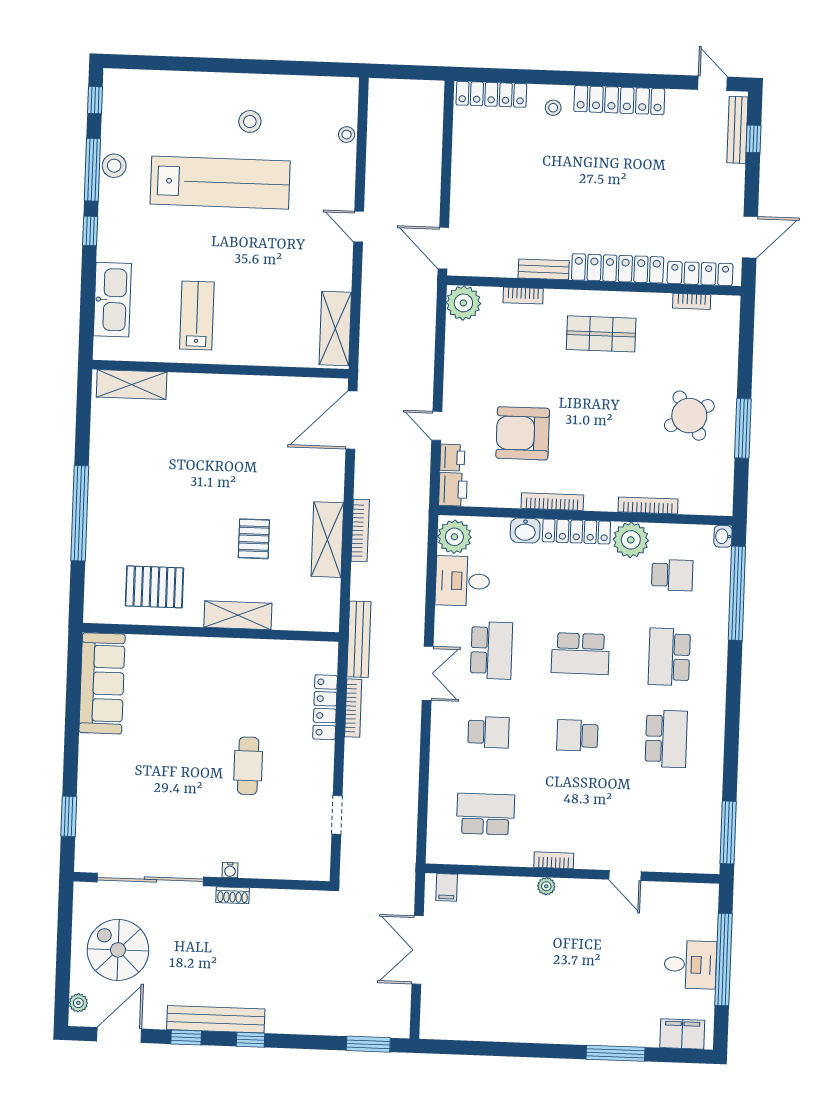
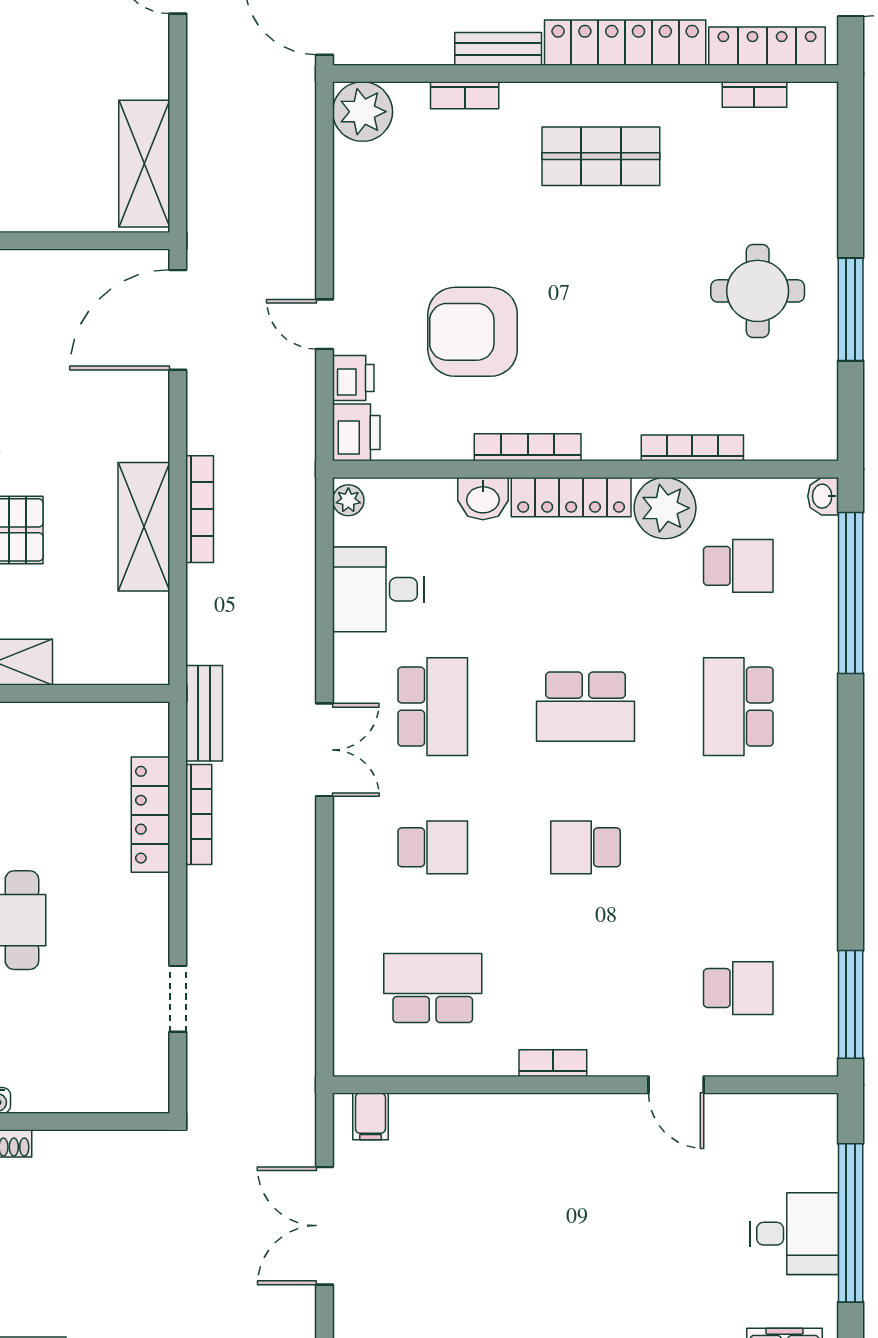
round table: (689, 416) -> (758, 291), turned 30
plant: (454, 537) -> (348, 500), width x0.53, depth x0.53
bench: (359, 639) -> (204, 713), width x0.73
school desk: (666, 739) -> (738, 988), moved, width x0.54
plant: (546, 886) -> (542, 1108), removed

